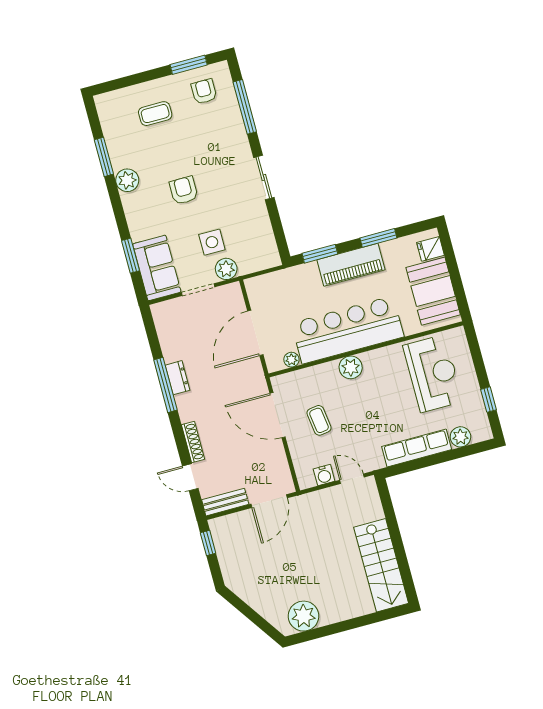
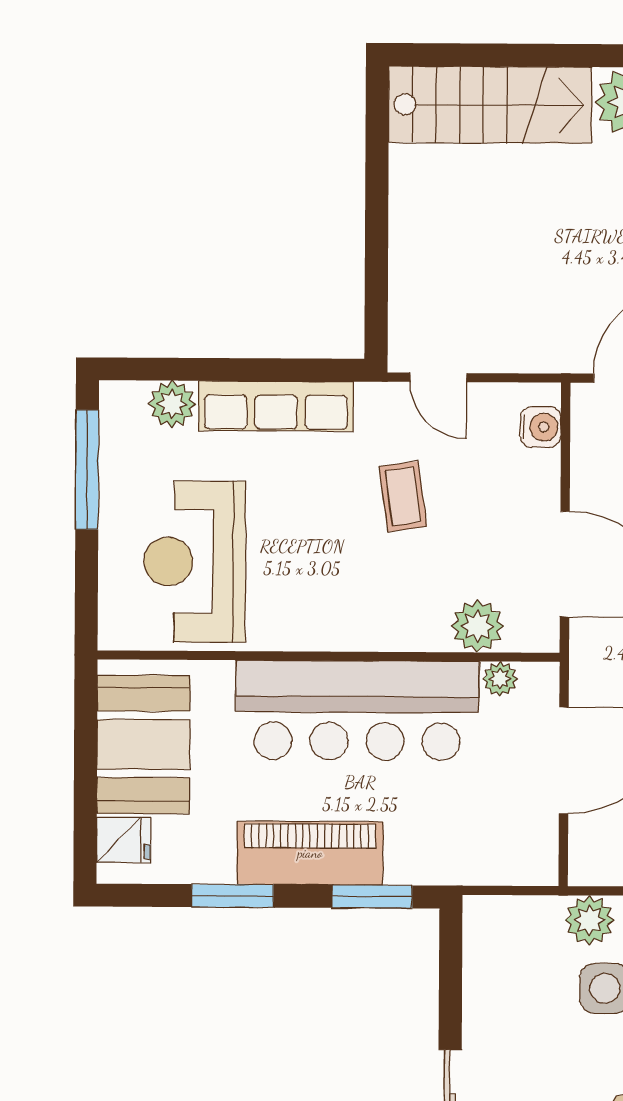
plant: (351, 367) -> (478, 626), moved
window: (488, 400) -> (87, 470), width x2.17
coffee table: (319, 420) -> (403, 496), moved
water cooler: (324, 475) -> (541, 427), moved, turned 90
stairs: (381, 565) -> (490, 105), moved, turned 90

